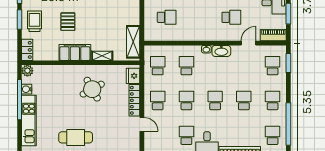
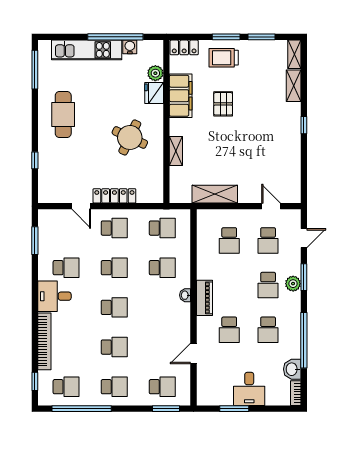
trolley: (35, 21) -> (224, 58), turned 180
pallet: (68, 22) -> (223, 104), turned 90
piano: (273, 35) -> (204, 298), moved
shelving: (133, 42) -> (215, 194), moved
door: (248, 43) -> (193, 353), swing flipped
washbasin: (221, 51) -> (183, 316), removed
filing cabinet: (75, 52) -> (181, 96), moved
plant: (27, 71) -> (155, 73), moved
fridge: (133, 76) -> (154, 93), moved, turned -90
round table: (92, 89) -> (130, 137), turned -36
door: (142, 124) -> (81, 206), hinge flipped

